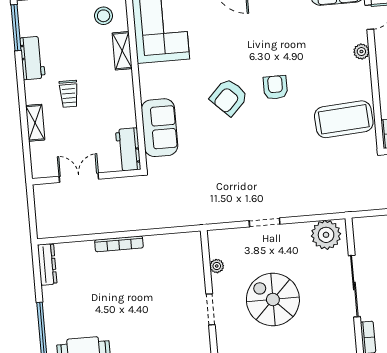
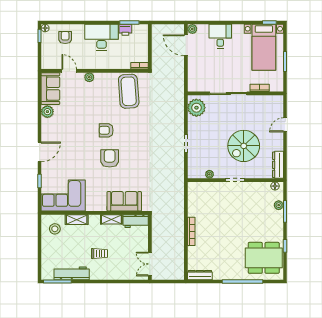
workbench: (32, 58) -> (72, 273), width x1.38
armchair: (229, 97) -> (110, 158), turned -134
shelving: (35, 123) -> (111, 219), moved
double door: (79, 178) -> (150, 264), moved
spiral stairs: (273, 299) -> (244, 146), moved

